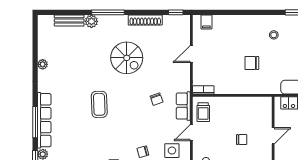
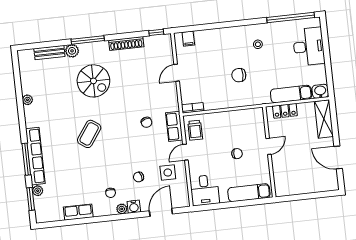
spiral stairs: (127, 58) -> (93, 81), moved
coffee table: (99, 104) -> (89, 134), turned 37

